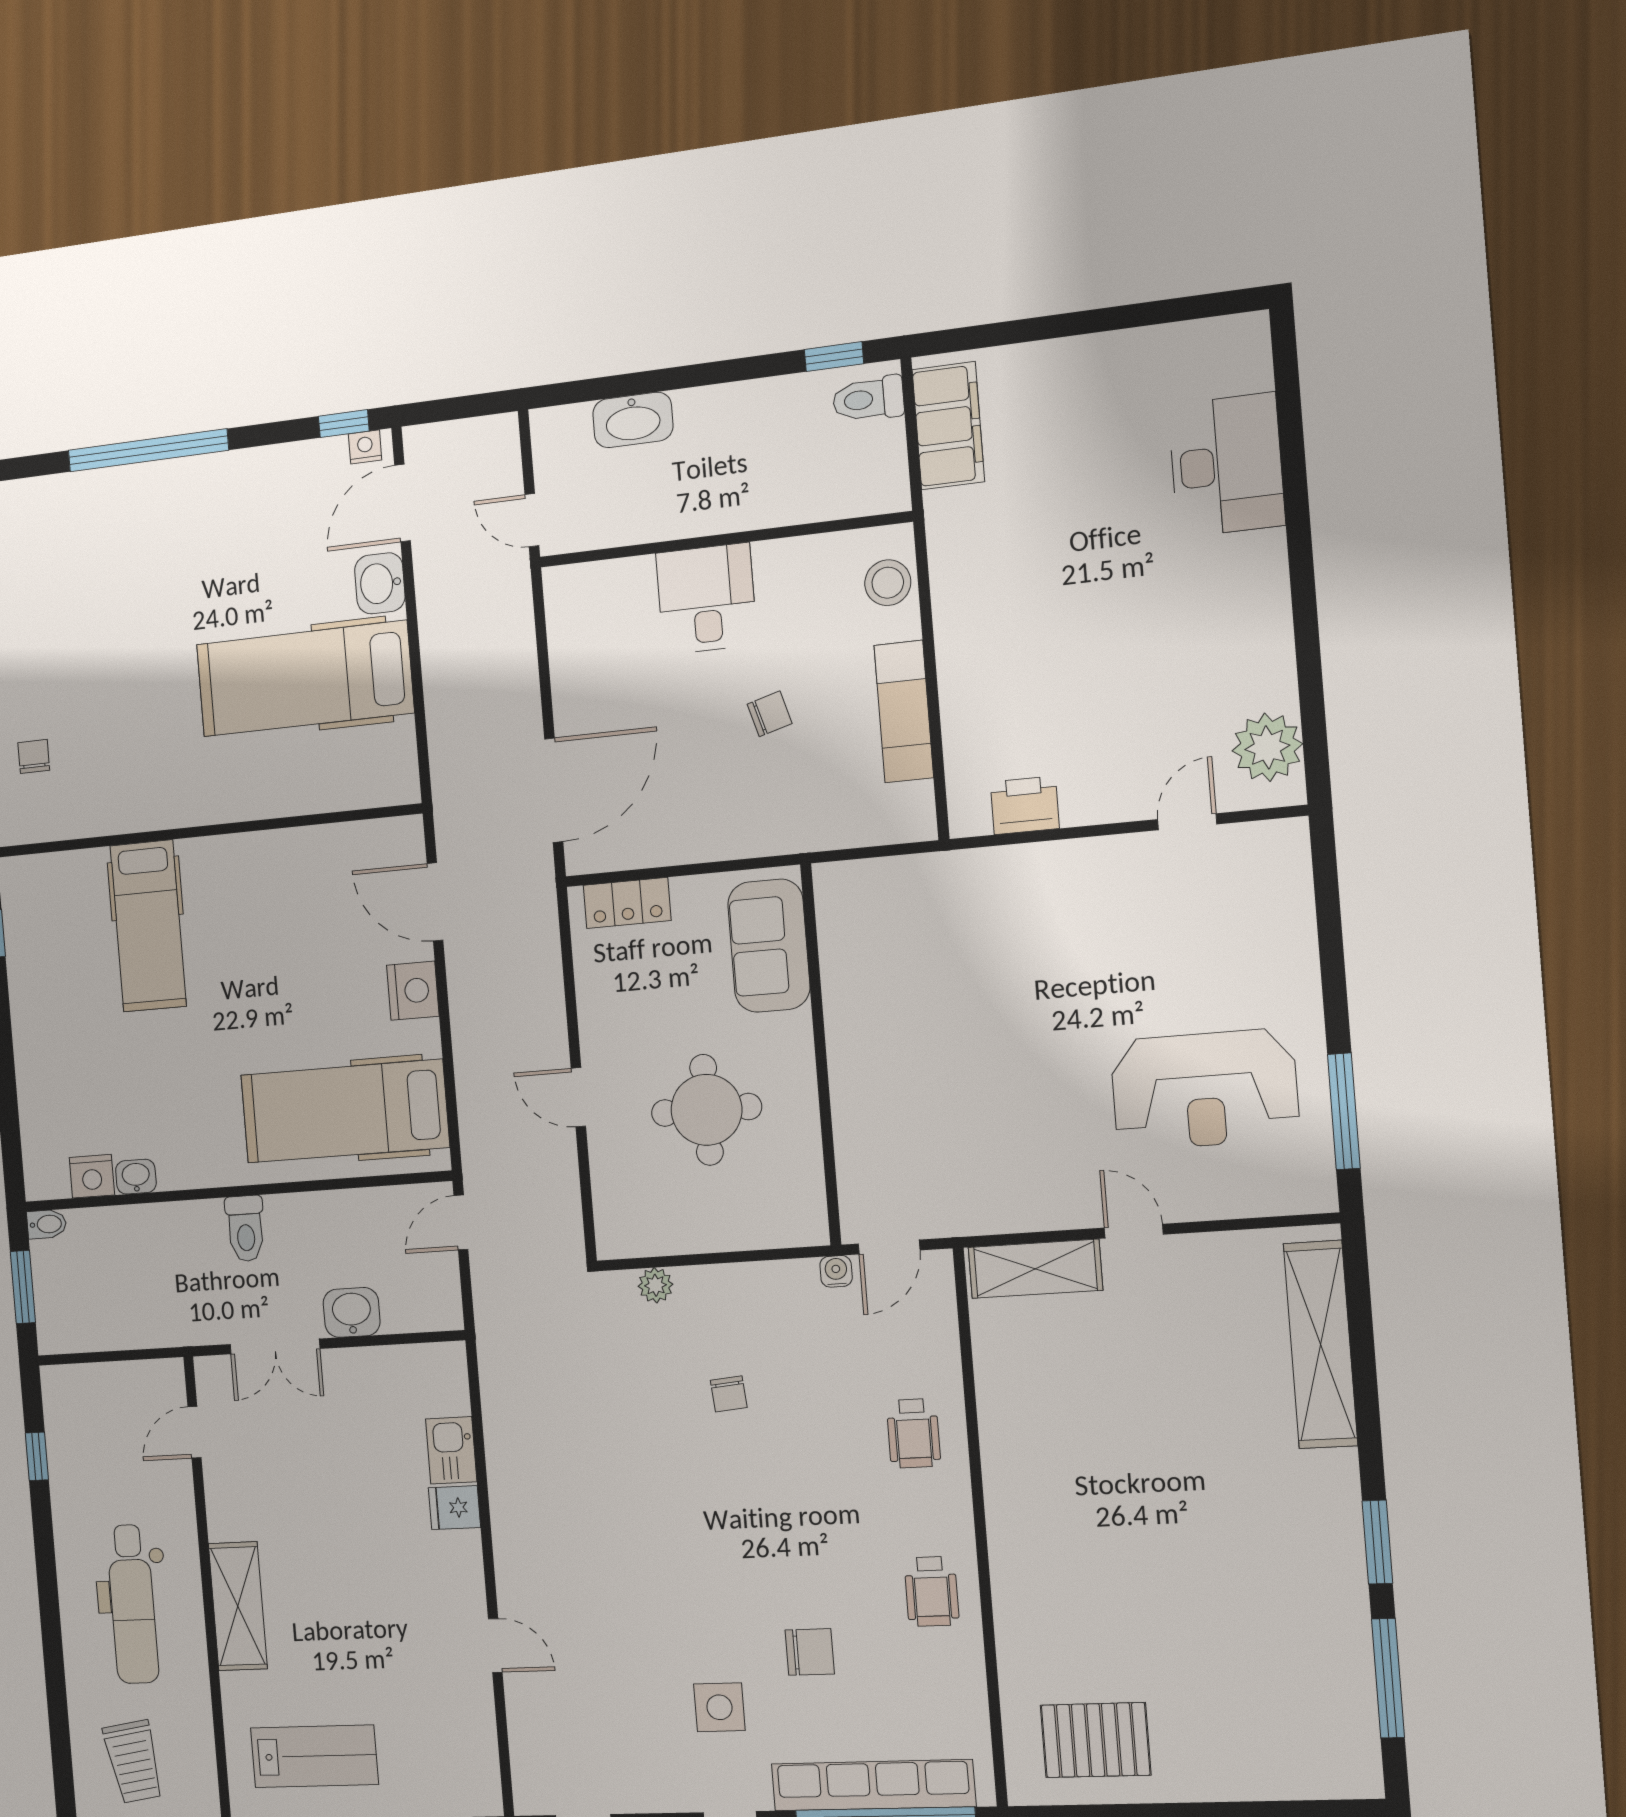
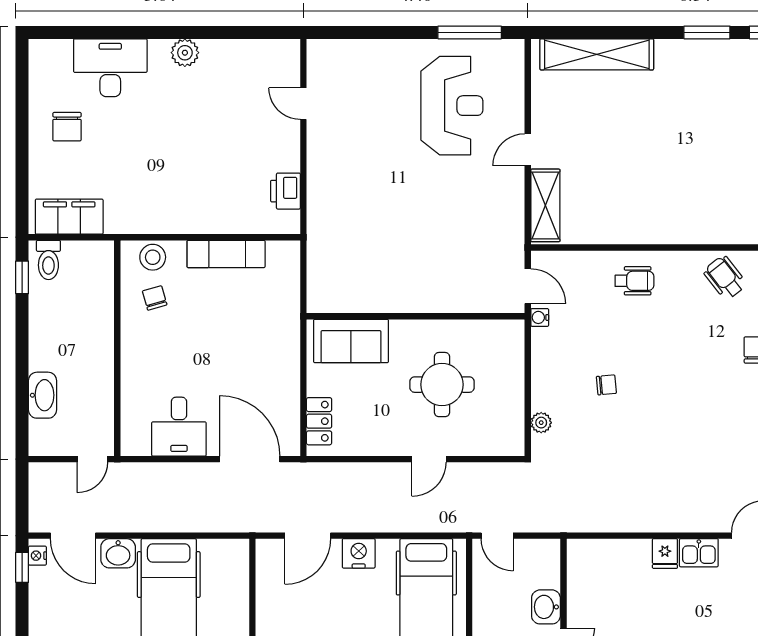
chair: (1111, 401) -> (67, 127), added
desk: (706, 599) -> (179, 427), moved, turned -90
chair: (770, 714) -> (155, 298), moved
plant: (1267, 747) -> (185, 53), moved, width x0.73, depth x0.73
kitchen sink: (451, 1450) -> (699, 553), moved
wheelchair: (932, 1591) -> (725, 278), turned -128

